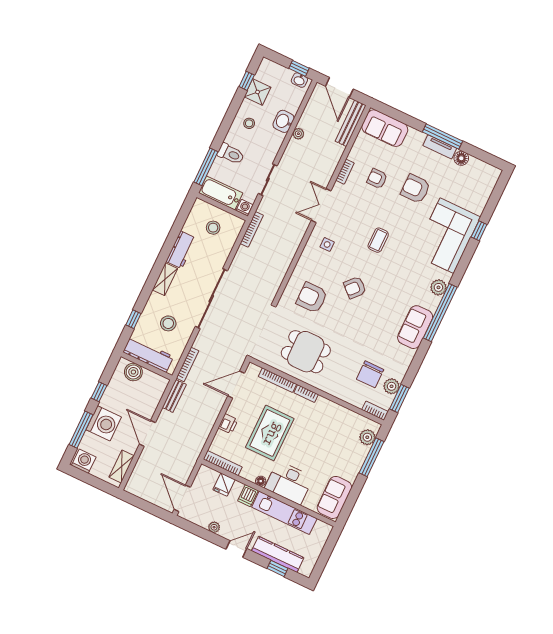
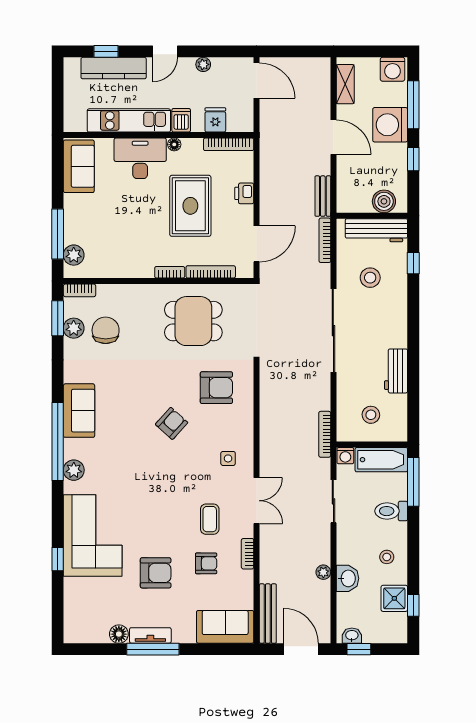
coffee table: (378, 240) -> (210, 519), moved
shelving: (165, 279) -> (399, 328), removed

